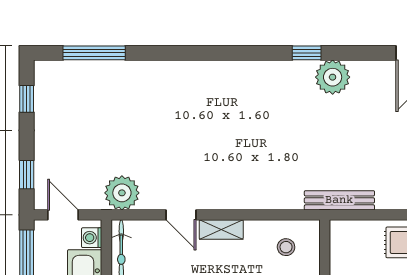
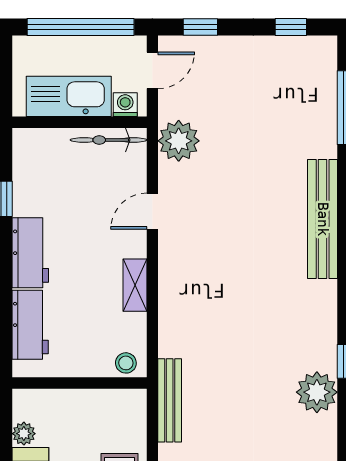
bench: (187, 72) -> (323, 219), added
shelving: (221, 229) -> (135, 285), moved
stool: (286, 247) -> (126, 363), moved

